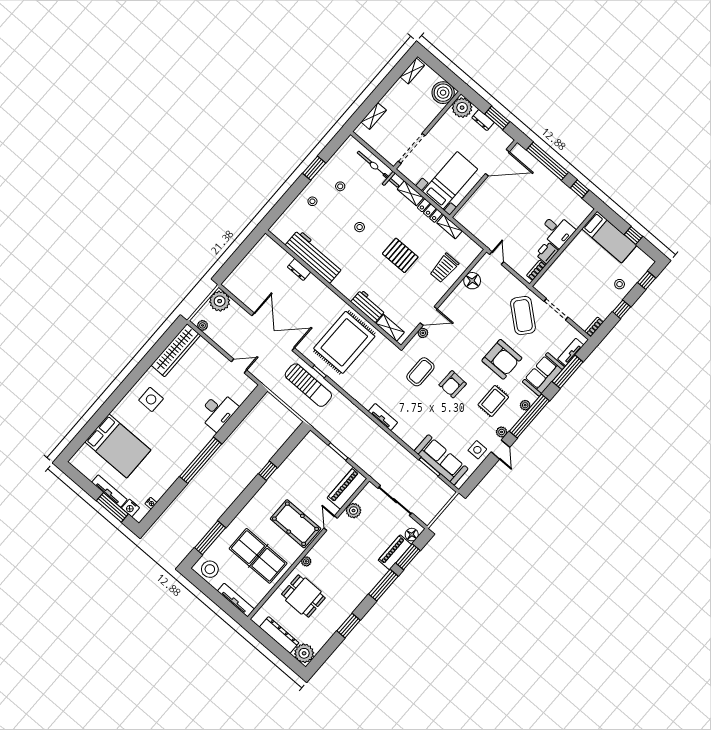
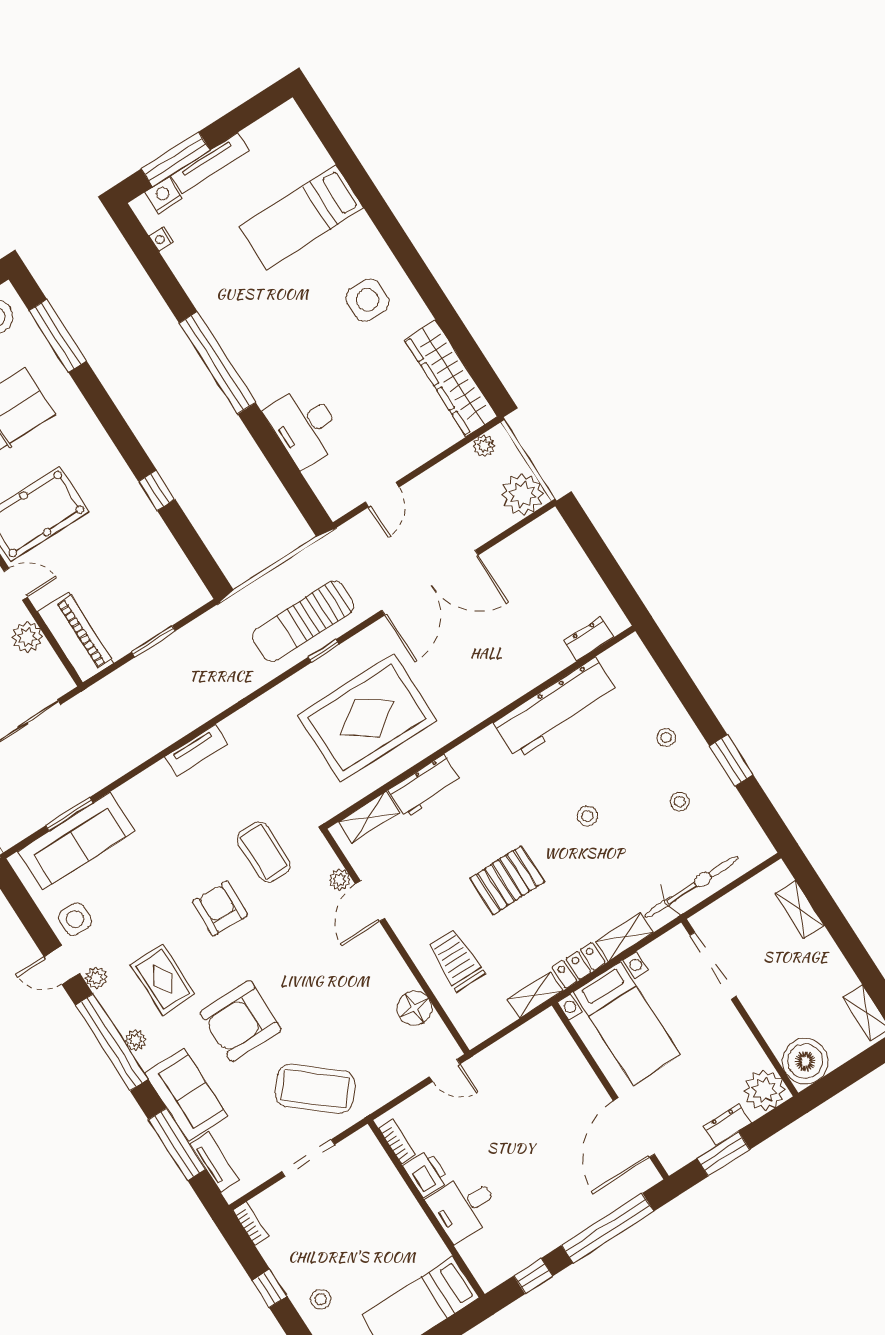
dresser: (299, 269) -> (589, 639), moved
rug: (344, 342) -> (367, 718), turned 90
bed: (118, 446) -> (301, 217), width x0.67

